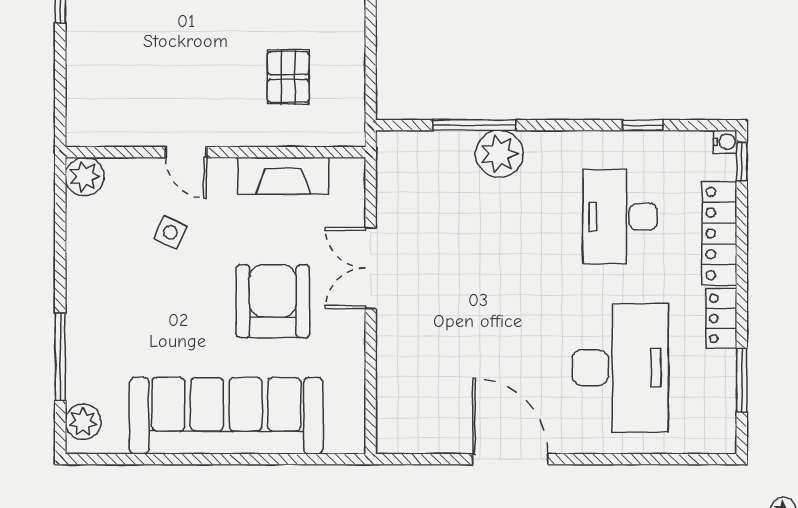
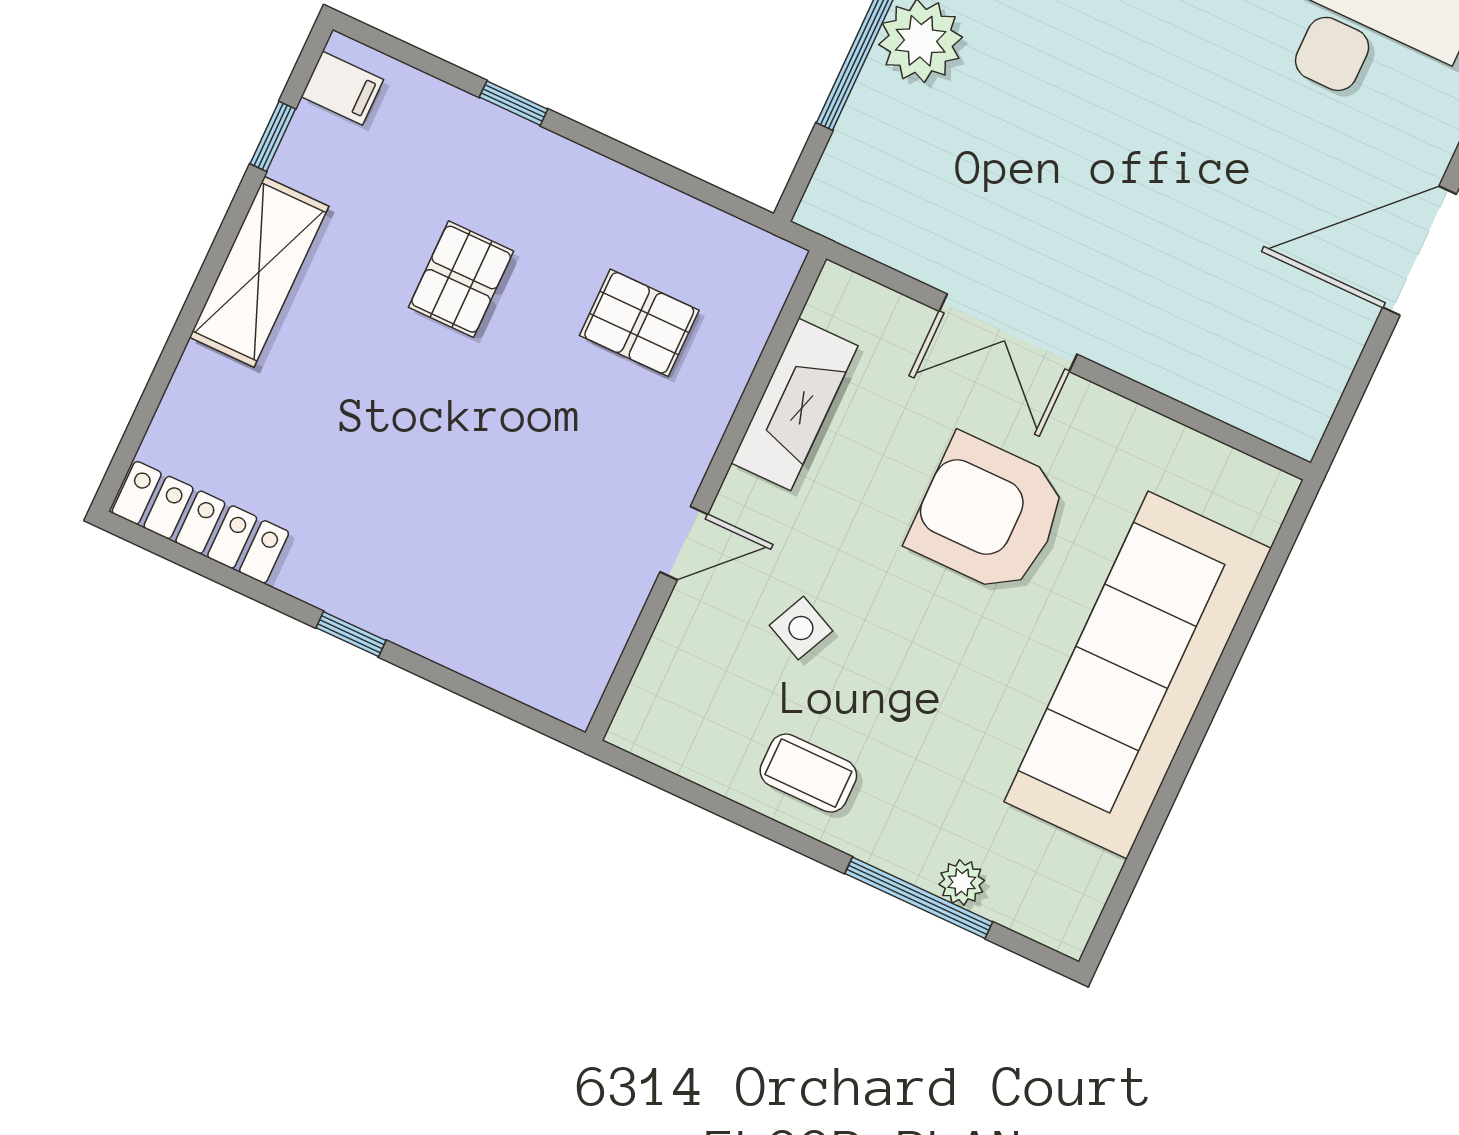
plant: (85, 177) -> (647, 724), removed
coffee table: (98, 270) -> (808, 773), added
plant: (83, 422) -> (962, 882), moved, width x0.73, depth x0.73

